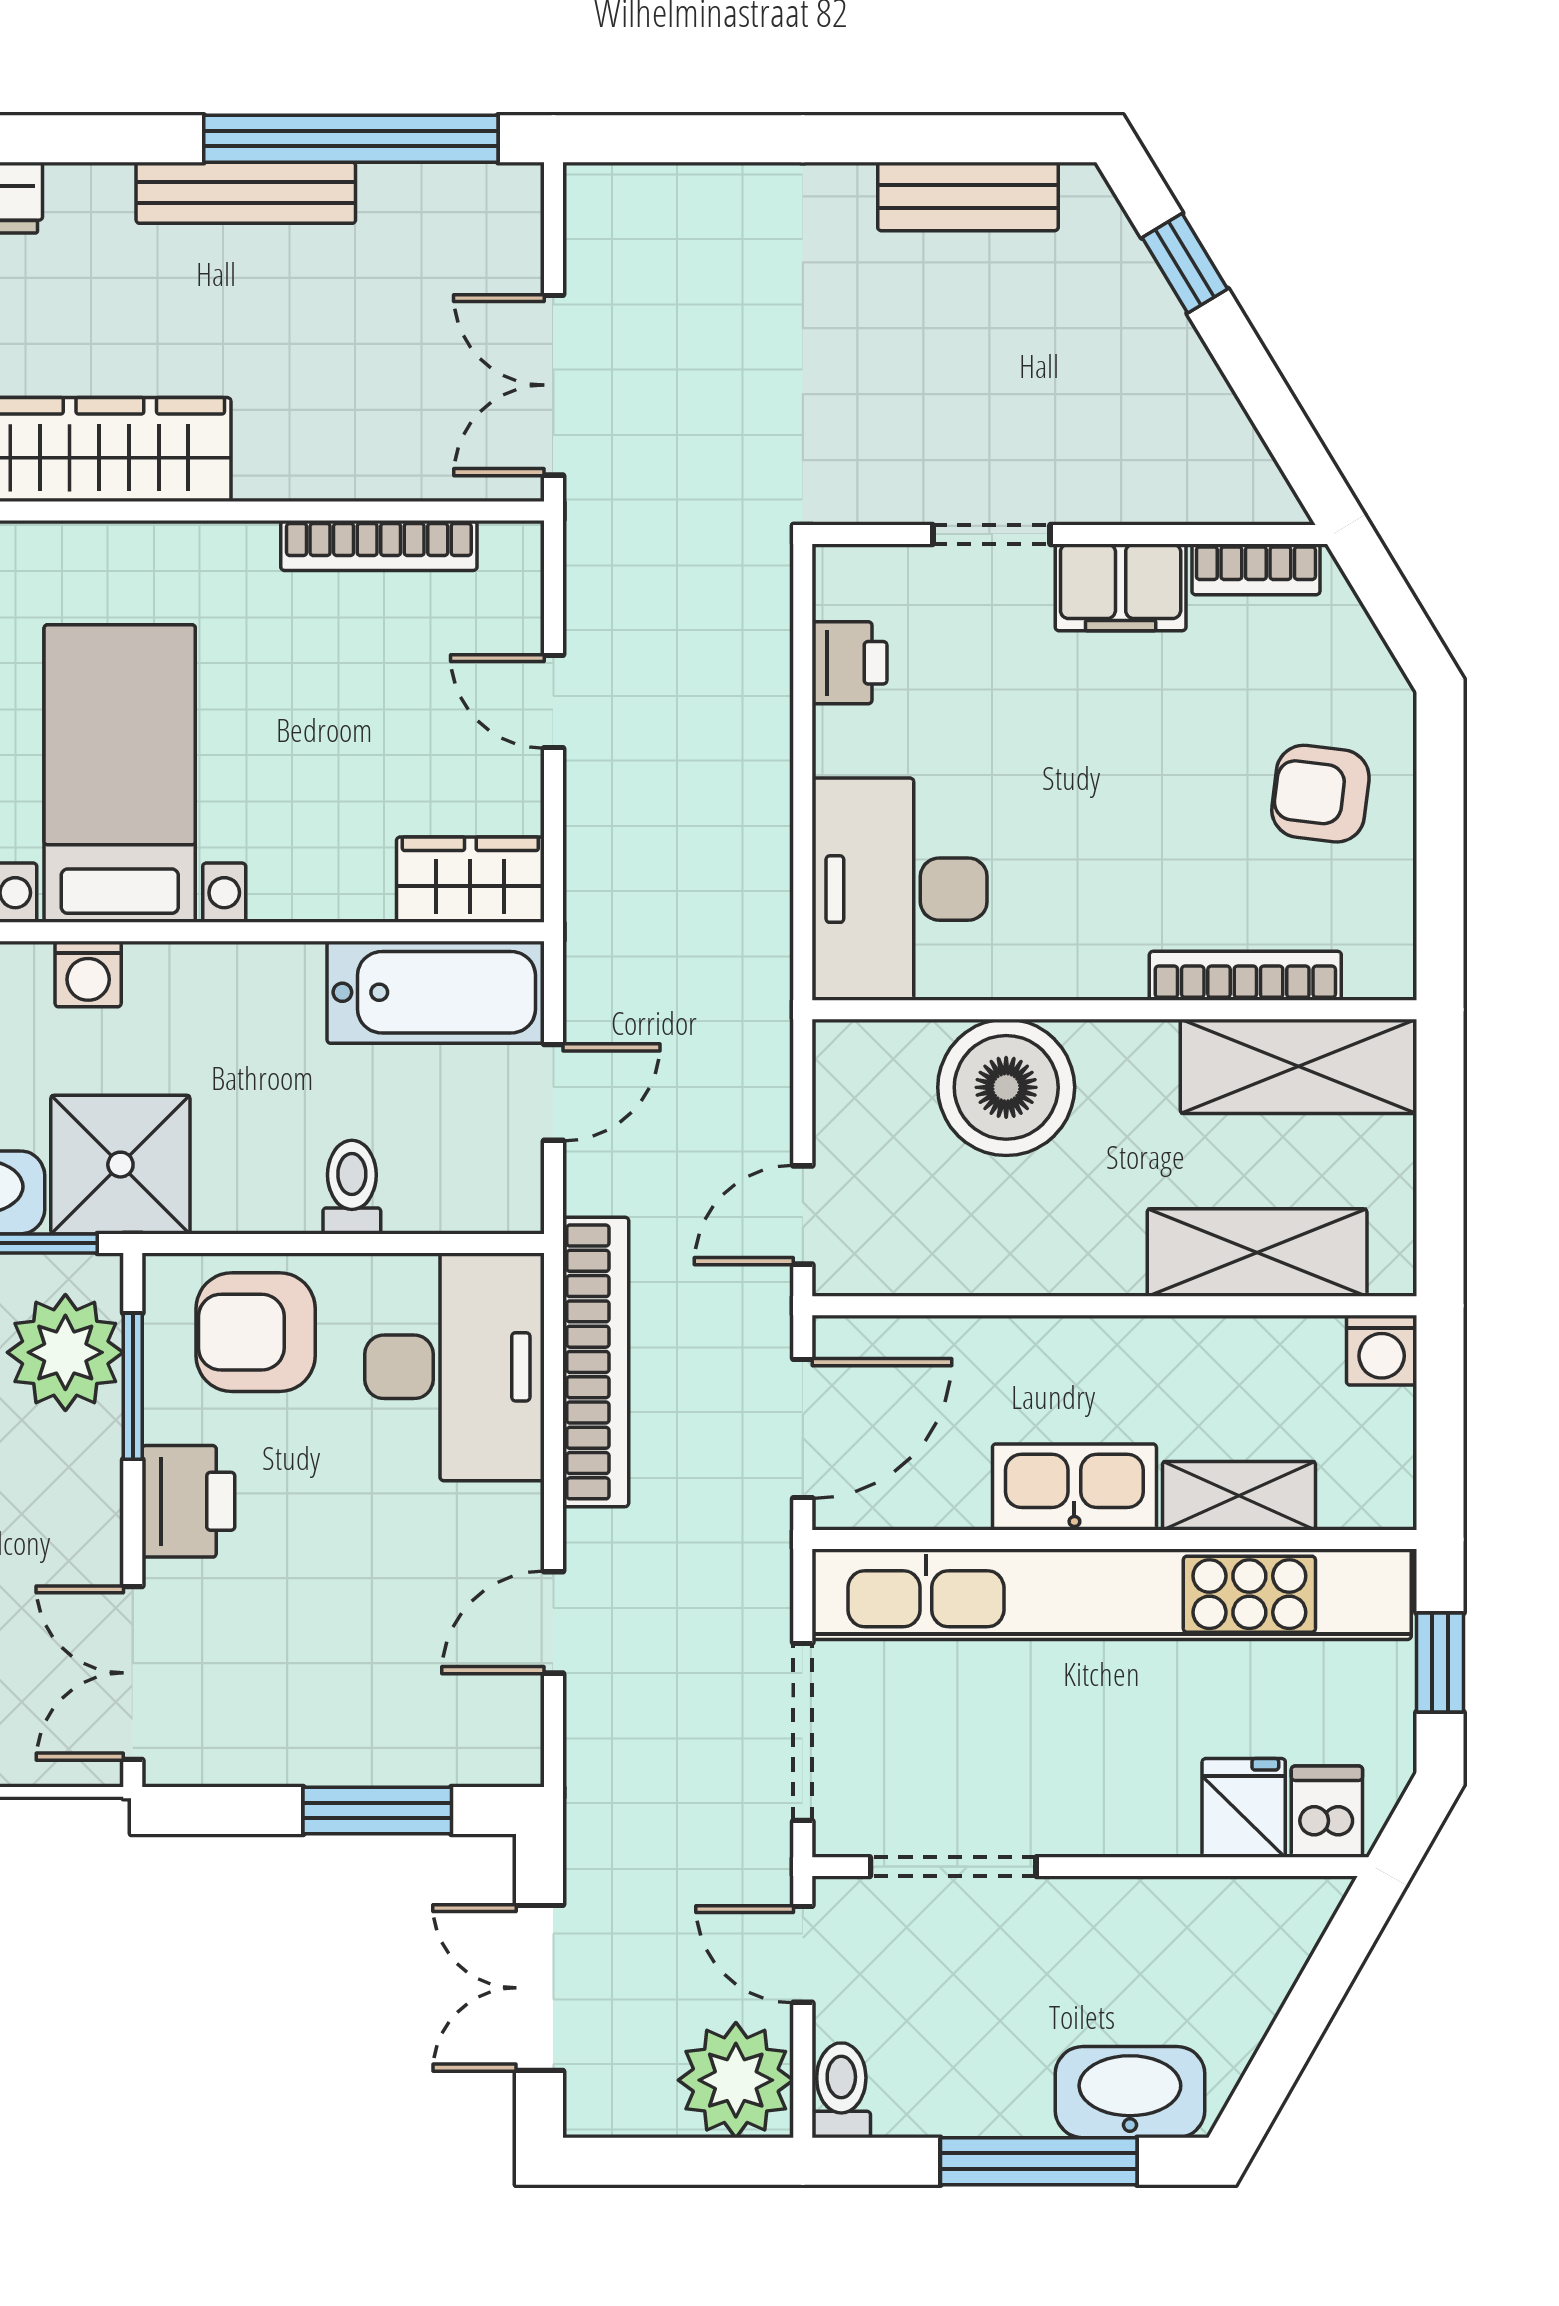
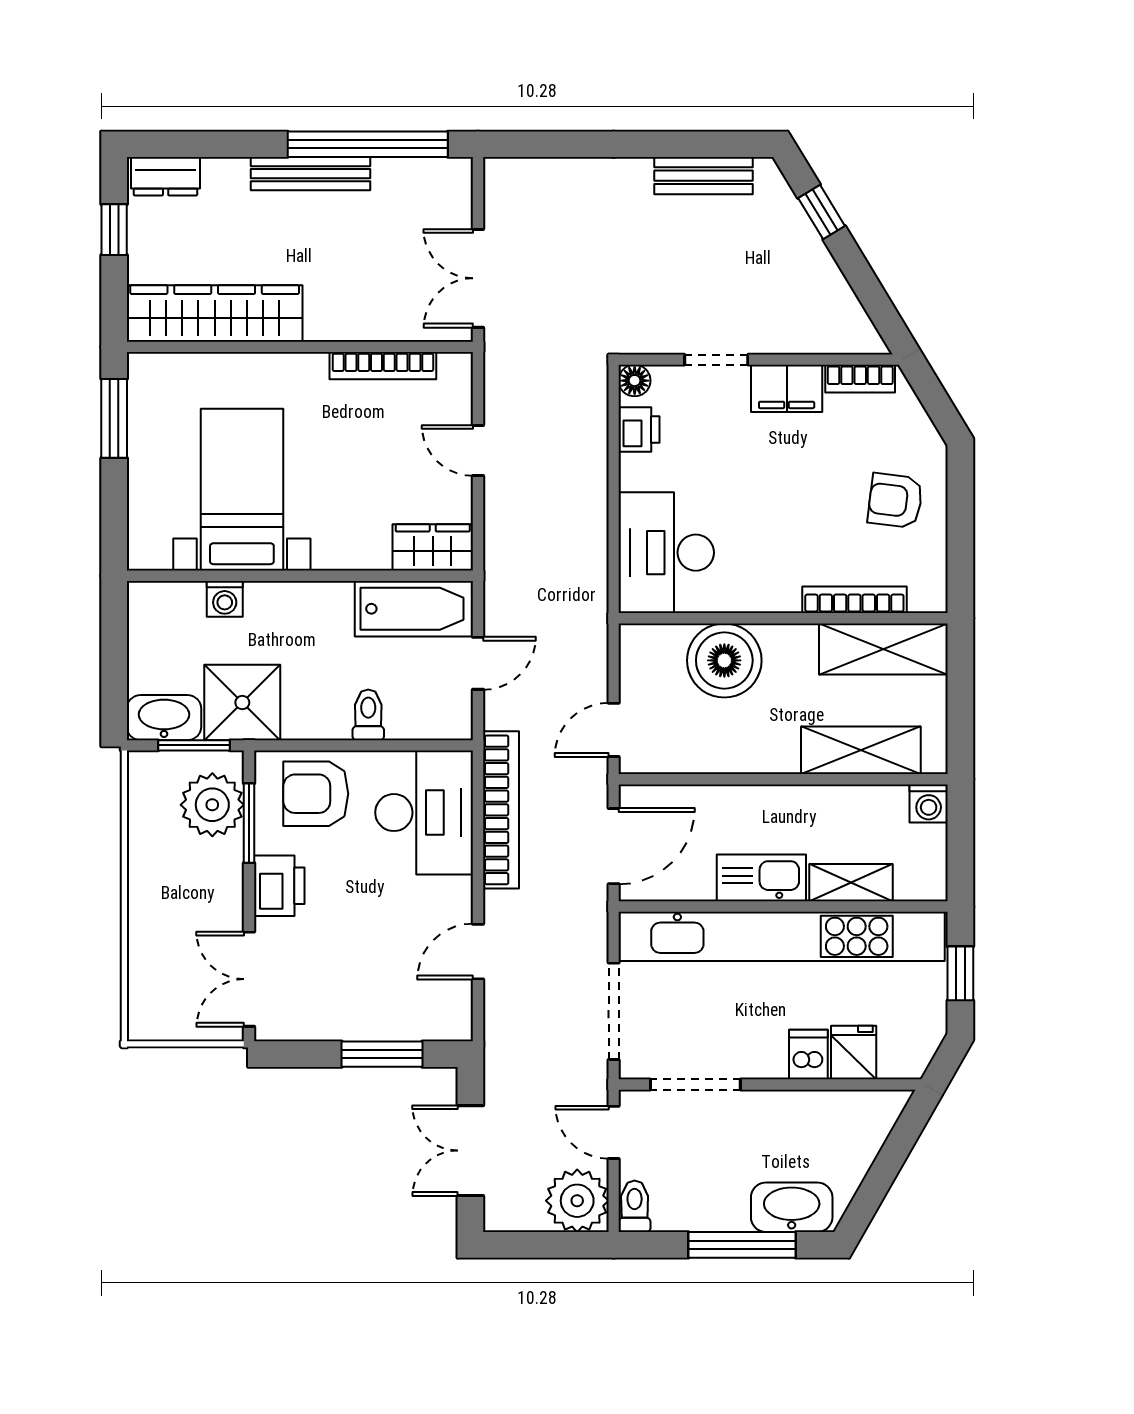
floor lamp: (841, 573) -> (635, 381), added
dishwasher: (1327, 1812) -> (808, 1055), moved

